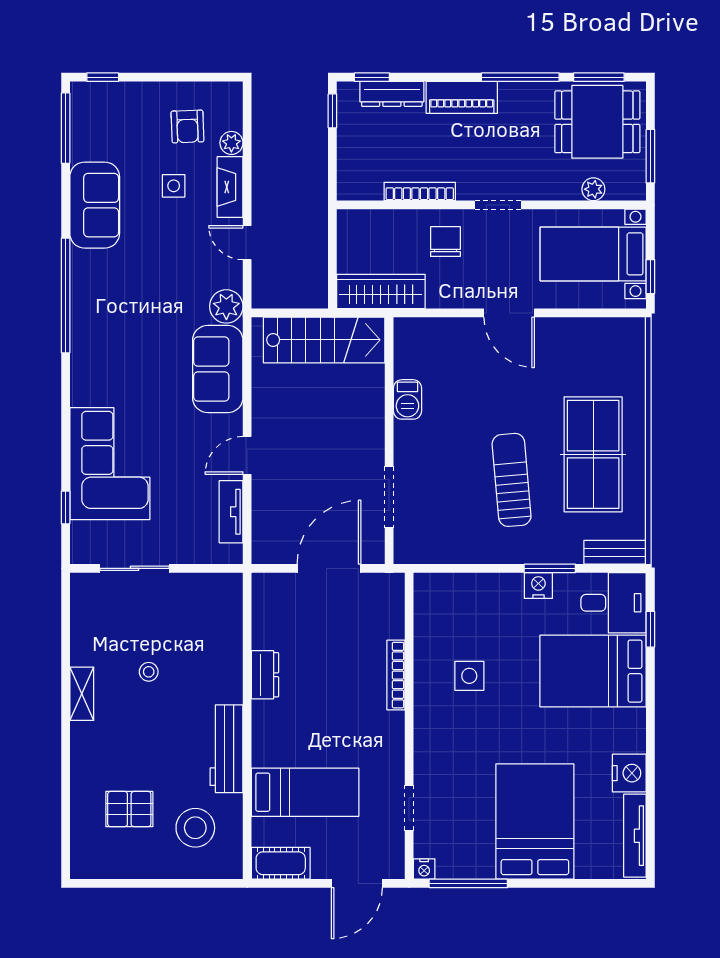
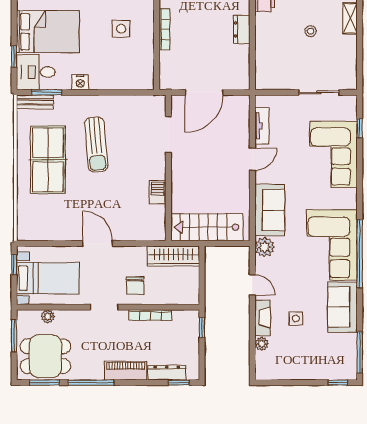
window: (332, 111) -> (202, 327), moved
armchair: (187, 127) -> (288, 353), removed
corner sofa: (112, 310) -> (332, 245), added
window: (550, 568) -> (47, 92), moved

